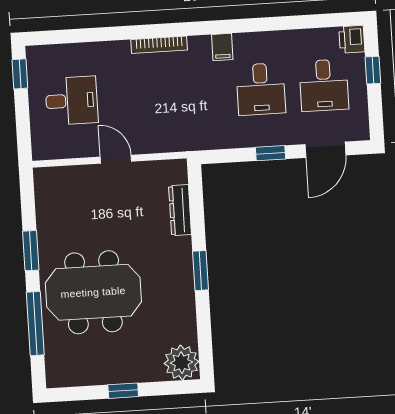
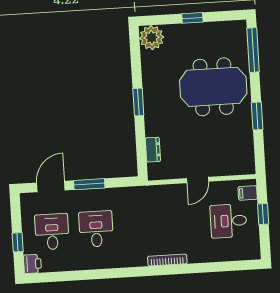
filing cabinet: (222, 47) -> (248, 193), moved, turned -90
window: (20, 74) -> (263, 214), moved
window: (271, 153) -> (89, 184), width x1.50
door: (116, 159) -> (198, 180), hinge flipped
dresser: (180, 210) -> (153, 150), width x0.70
window: (35, 324) -> (253, 50), moved

